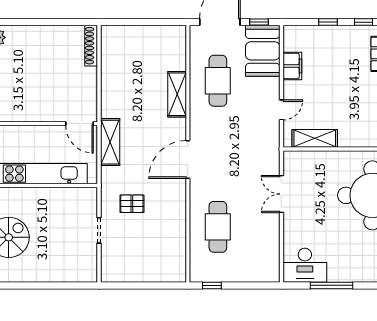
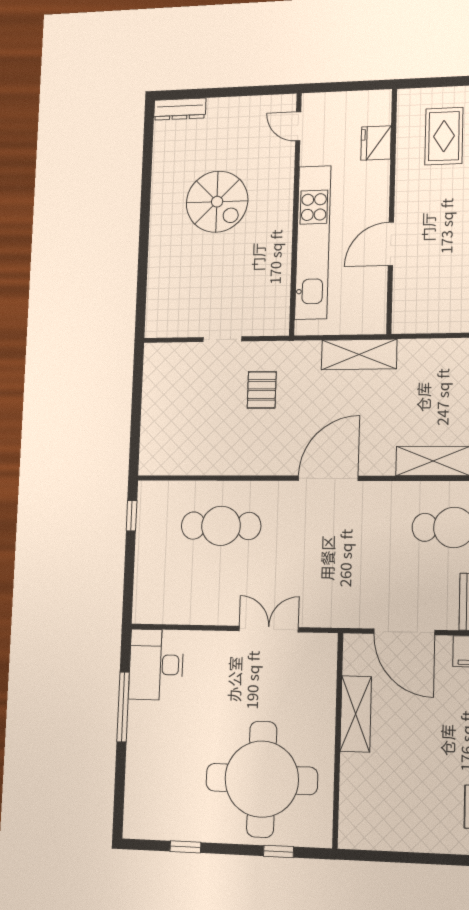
door: (281, 110) -> (404, 632), width x1.88
door: (79, 124) -> (391, 244), moved
shelving: (315, 138) -> (356, 714), moved
door: (188, 159) -> (328, 478), hinge flipped

